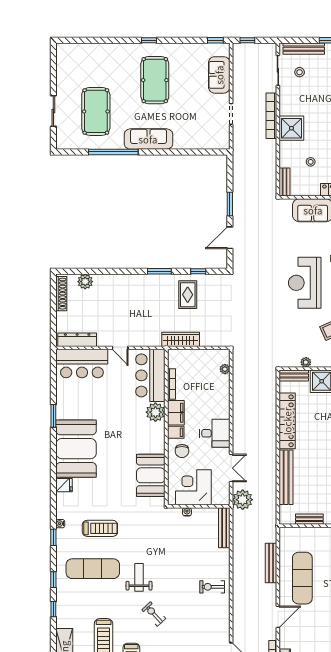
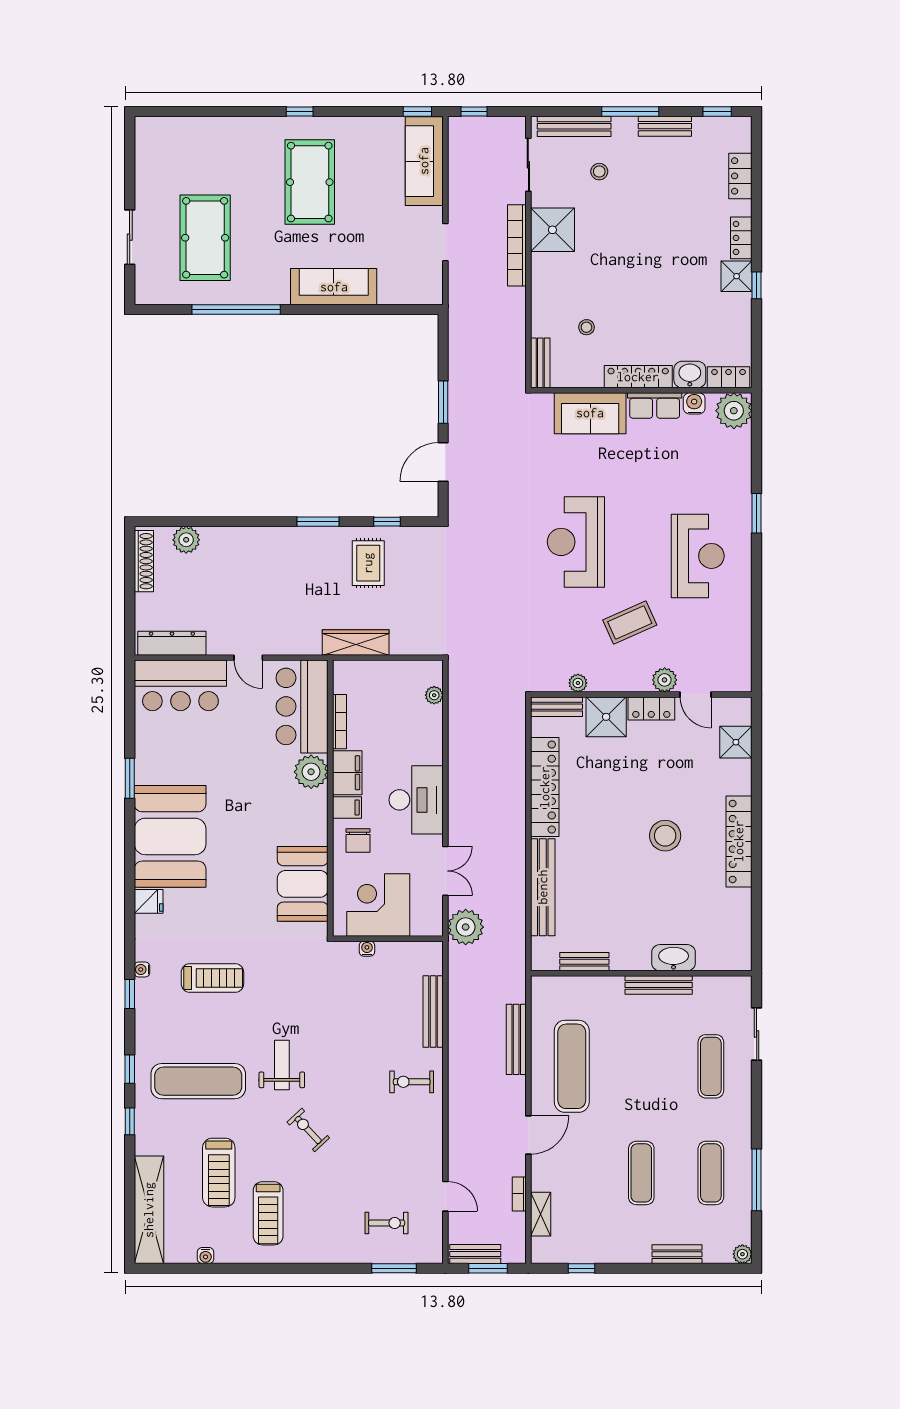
stool: (300, 72) -> (599, 172), moved
sofa: (219, 75) -> (424, 161), width x1.36
shower: (291, 128) -> (552, 230), moved
sofa: (148, 139) -> (334, 287), moved
desk: (215, 433) -> (416, 800), width x1.37
bench: (224, 528) -> (433, 1011), moved
exercise mat: (93, 569) -> (198, 1081), moved

